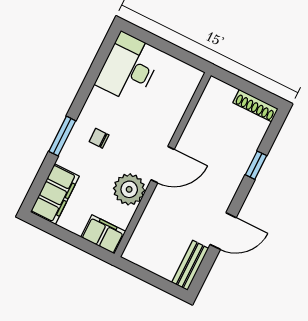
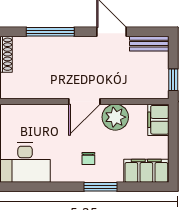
door: (163, 165) -> (84, 101), swing flipped
window: (256, 165) -> (50, 32), width x2.17
window: (138, 272) -> (173, 80), added

